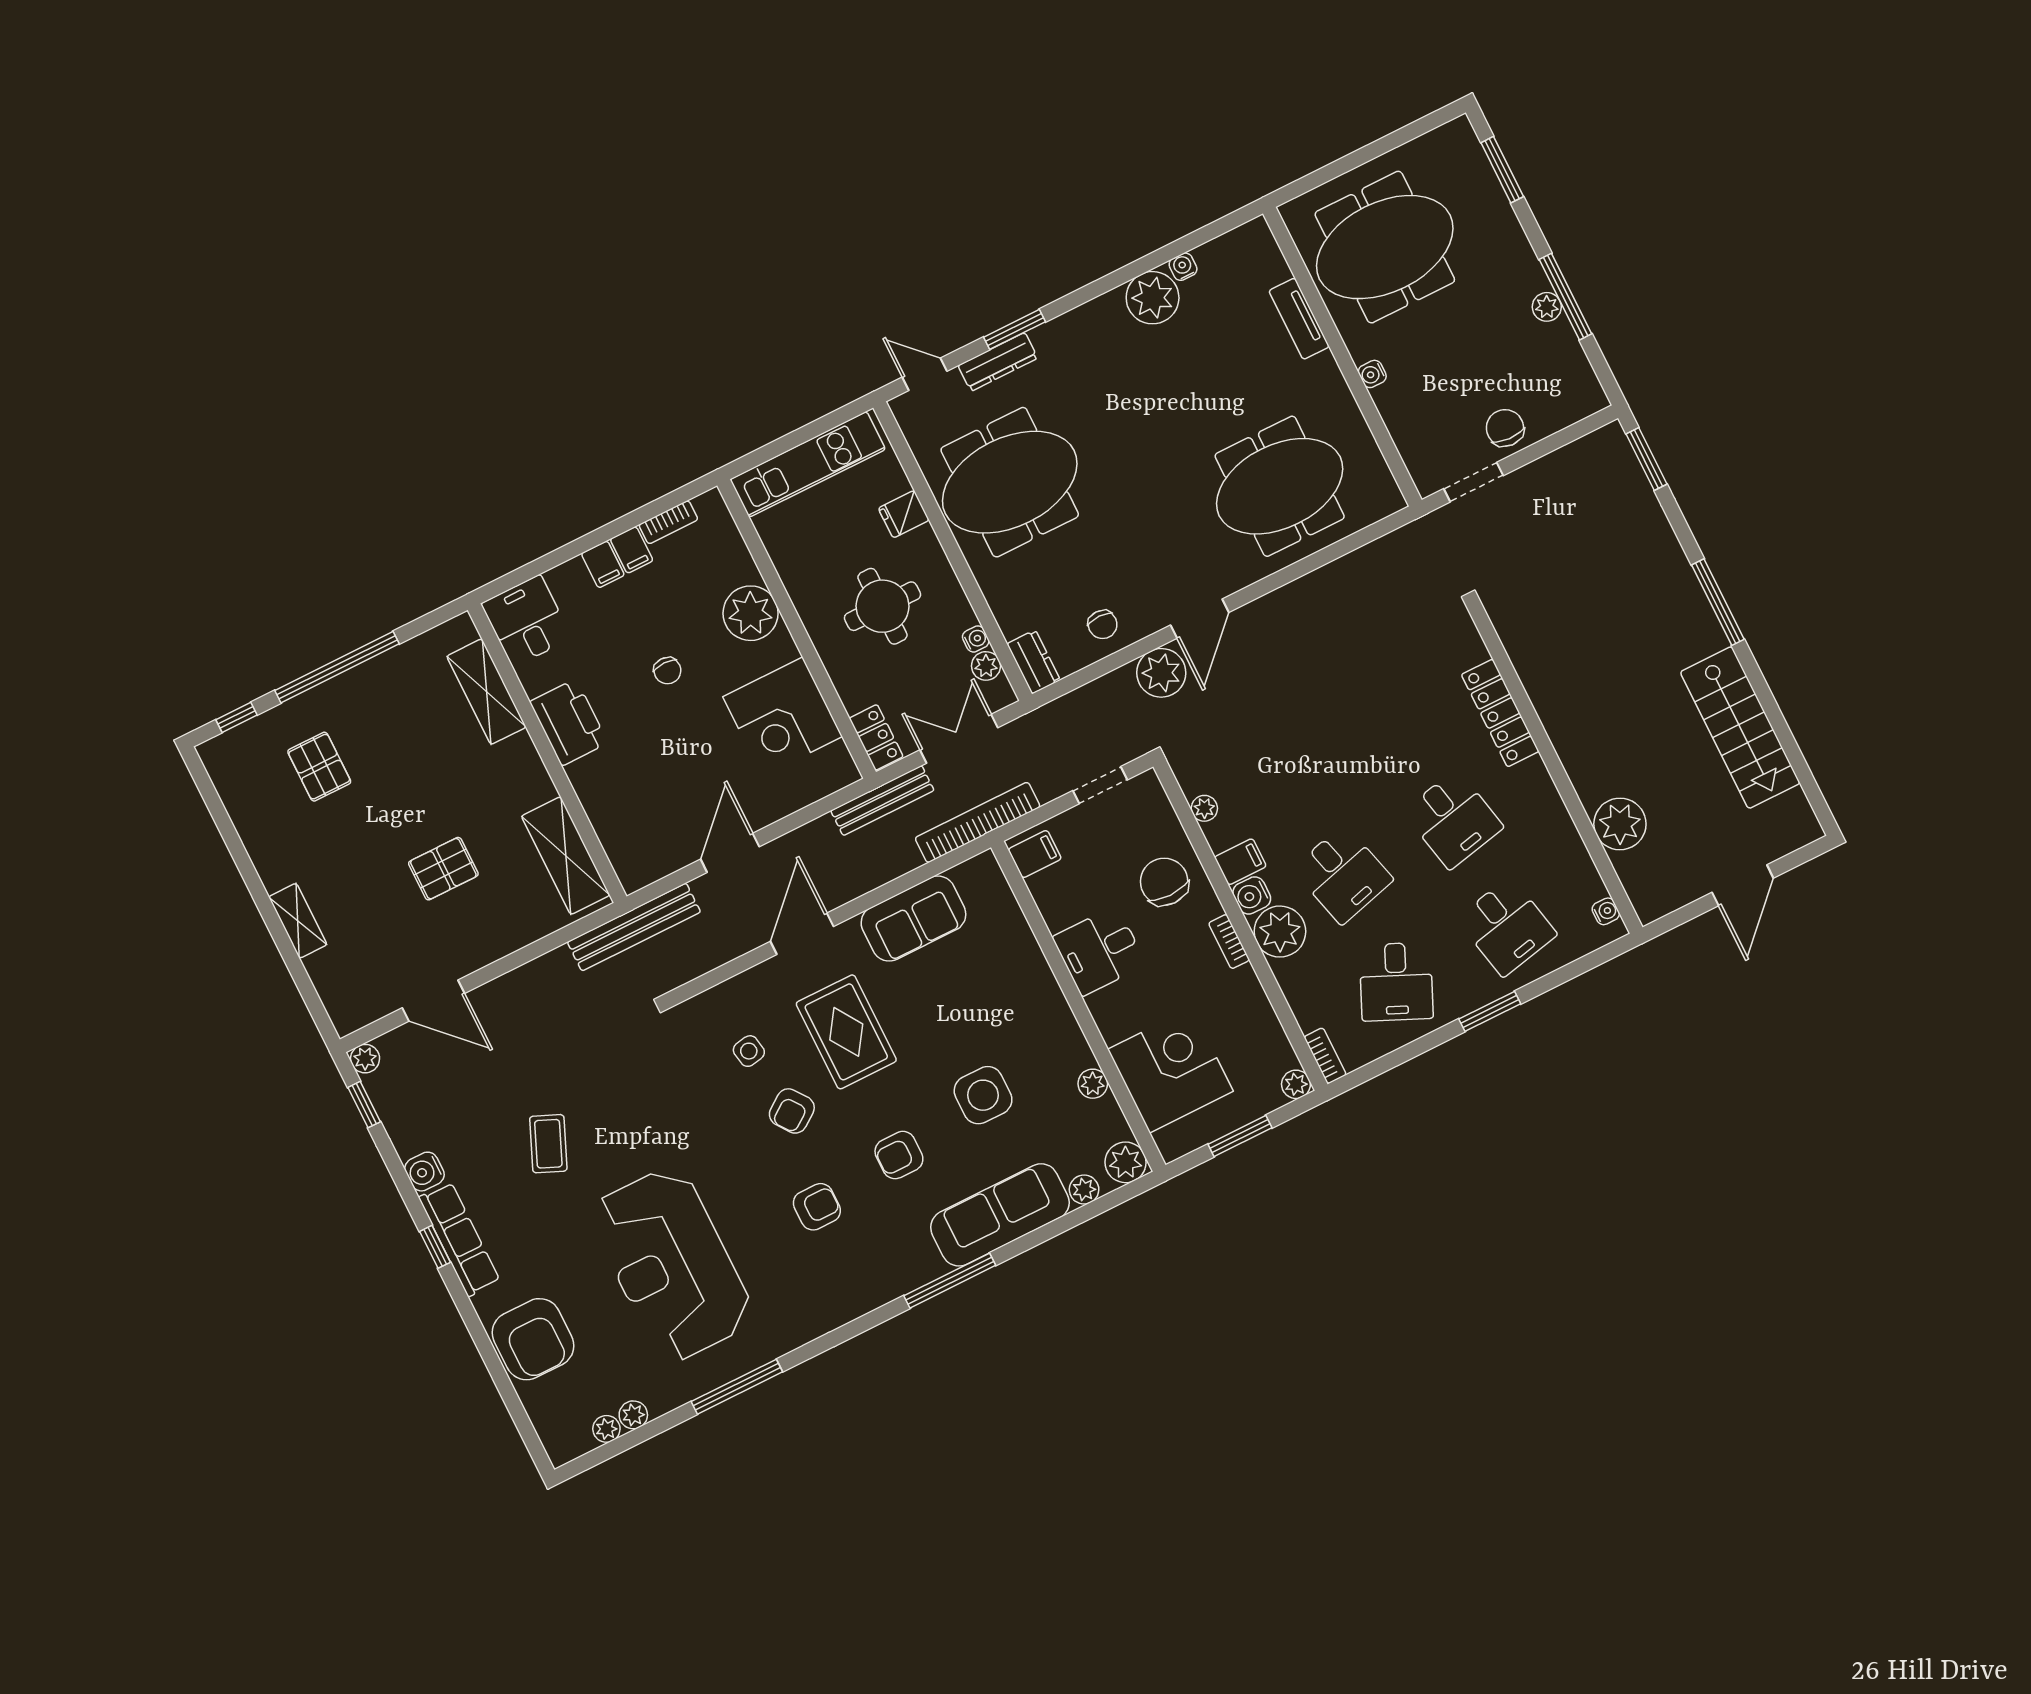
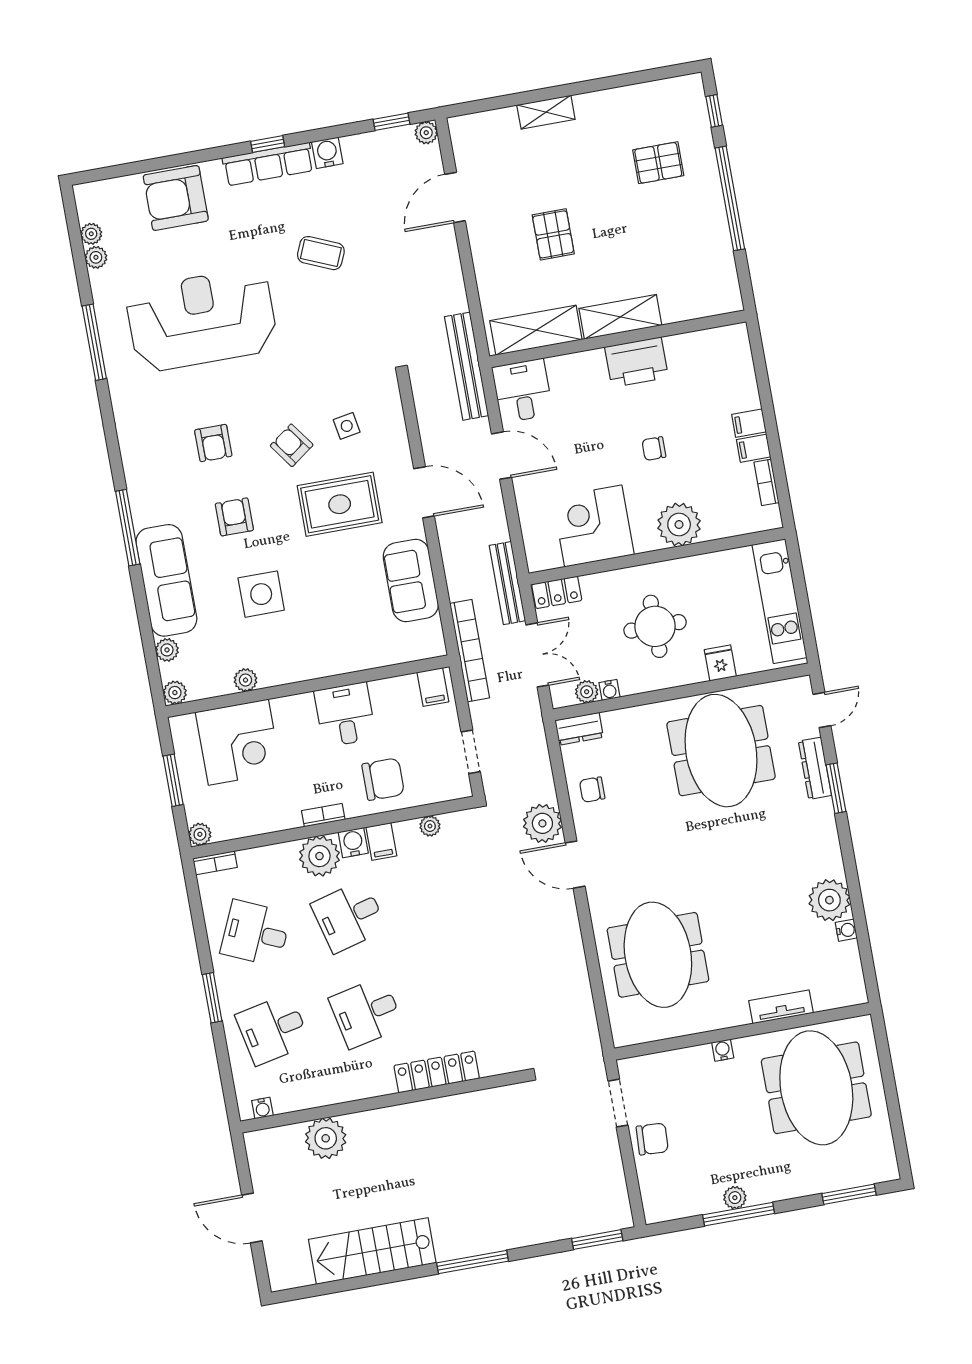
desk: (526, 621) -> (522, 391), moved, turned -90
shelving: (486, 692) -> (620, 317), moved
plant: (1126, 1162) -> (175, 693), width x0.73, depth x0.73

